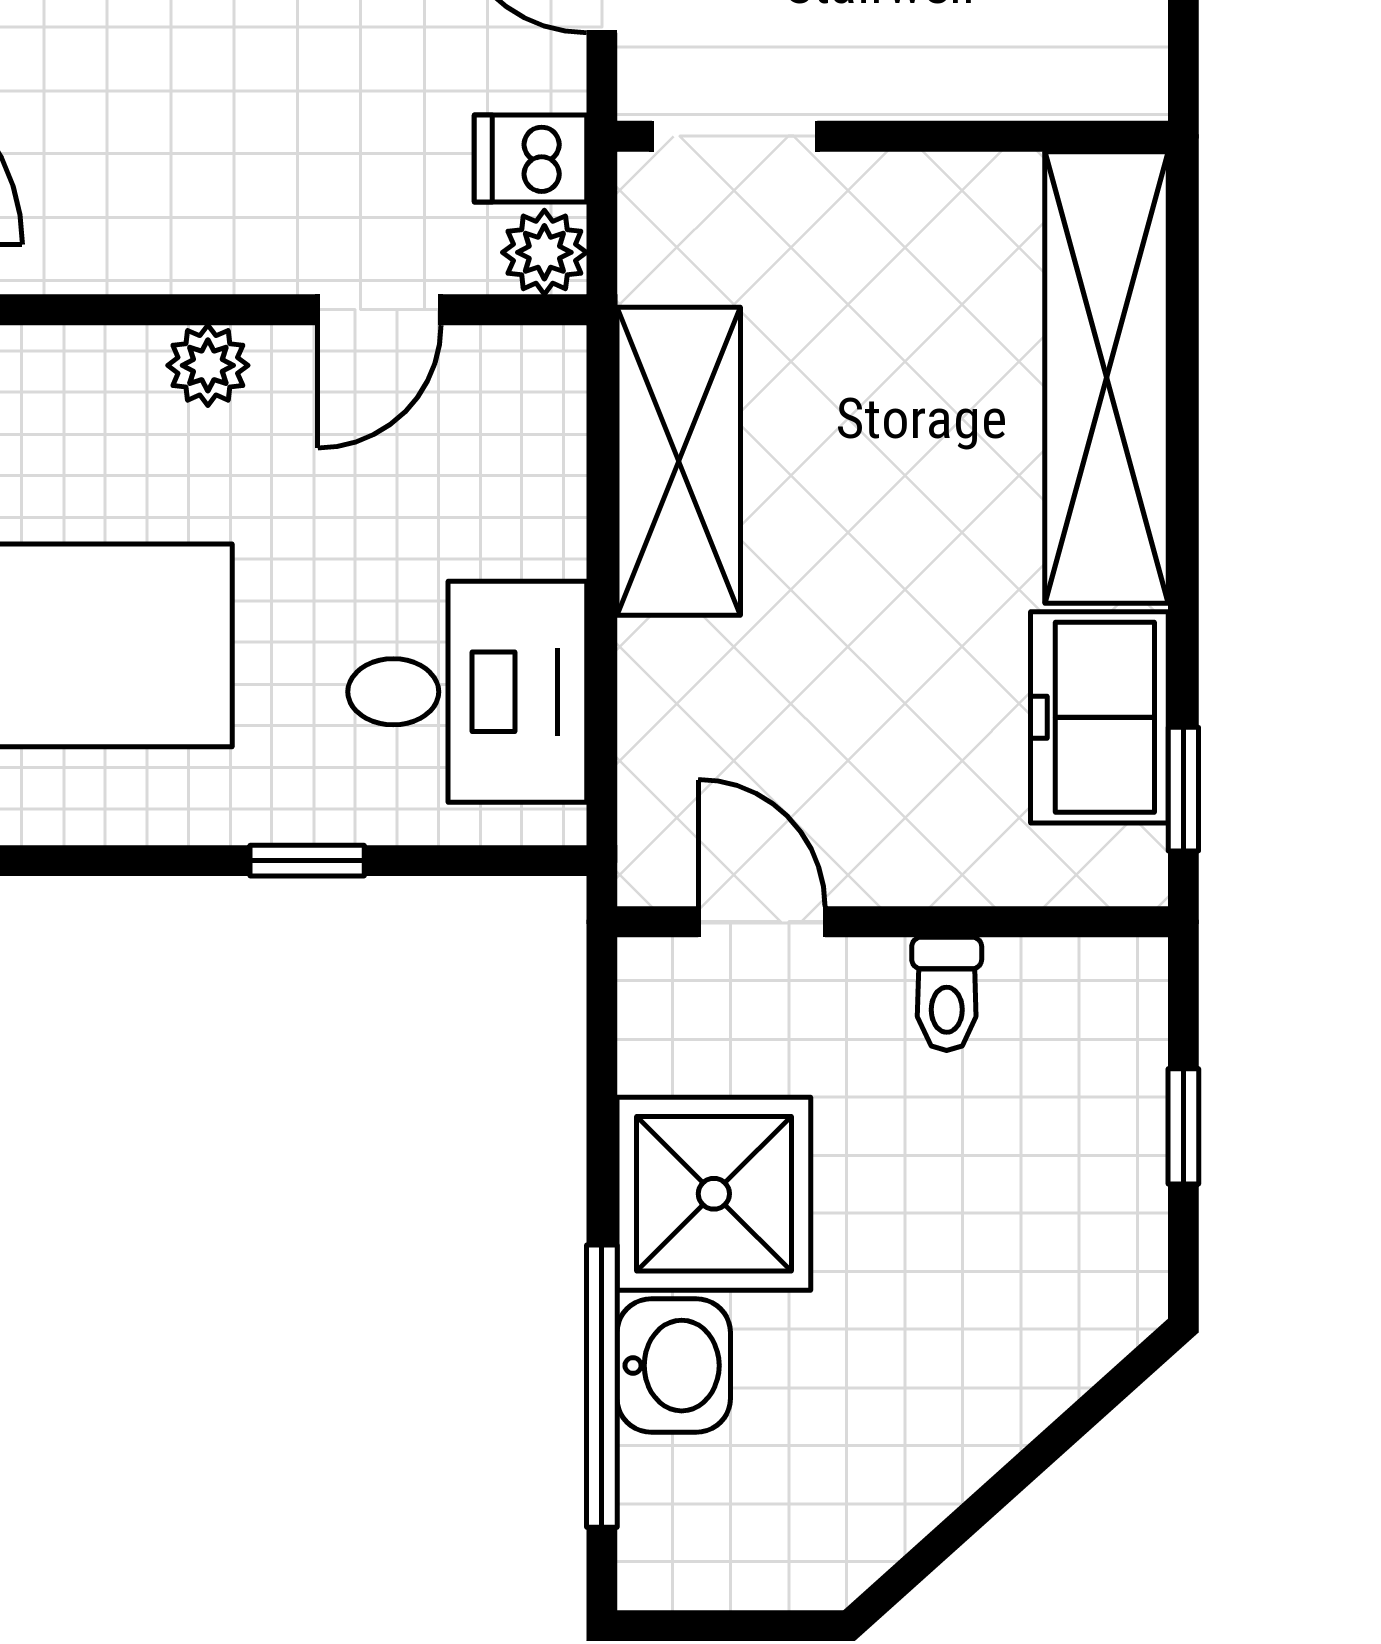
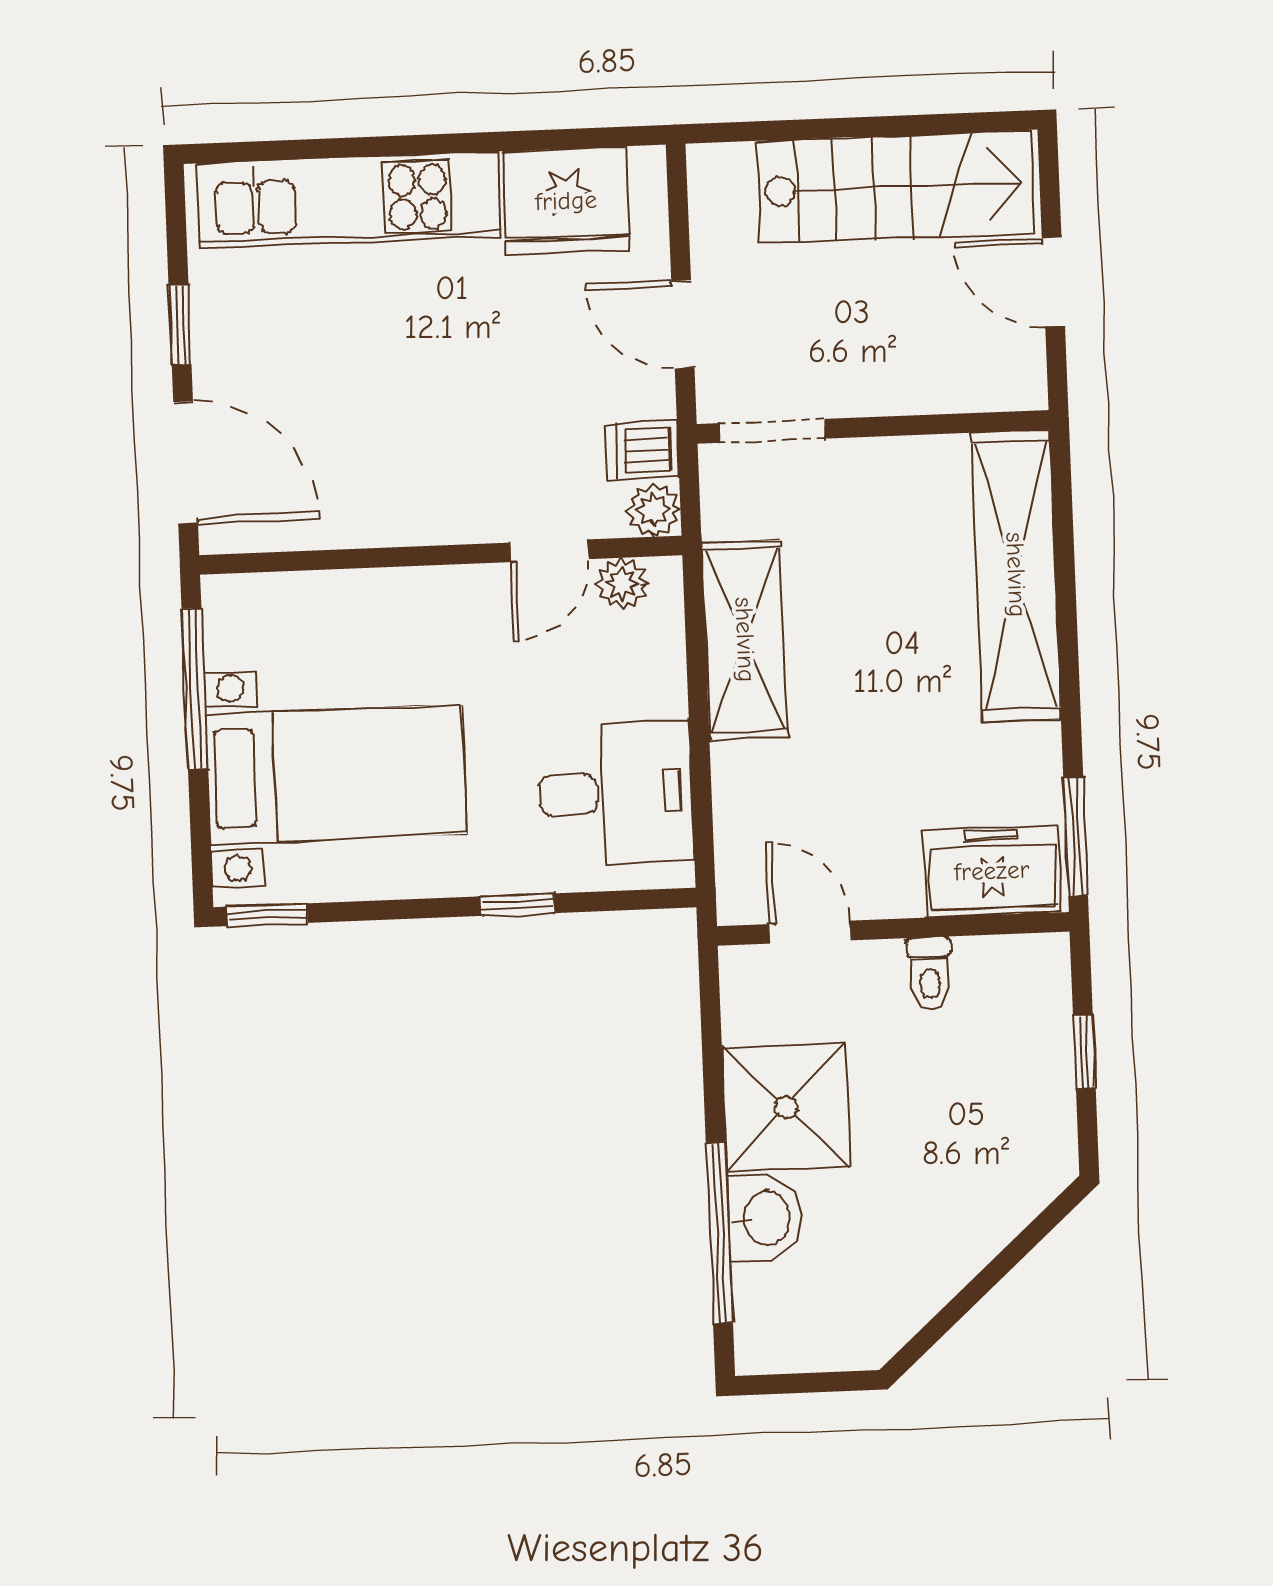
plant: (208, 365) -> (622, 584), moved
freezer: (1099, 717) -> (992, 871), moved, turned 90
window: (1183, 789) -> (1076, 837), width x1.50

